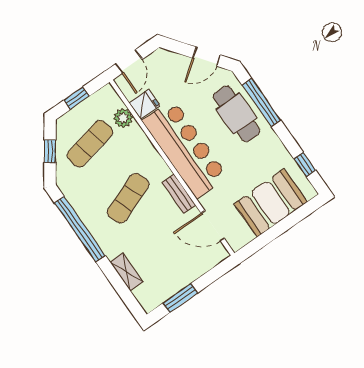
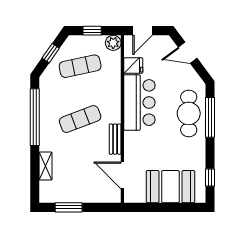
door: (206, 57) -> (188, 53), moved
plant: (123, 118) -> (113, 43), moved
bar counter: (185, 149) -> (139, 103), width x0.73

